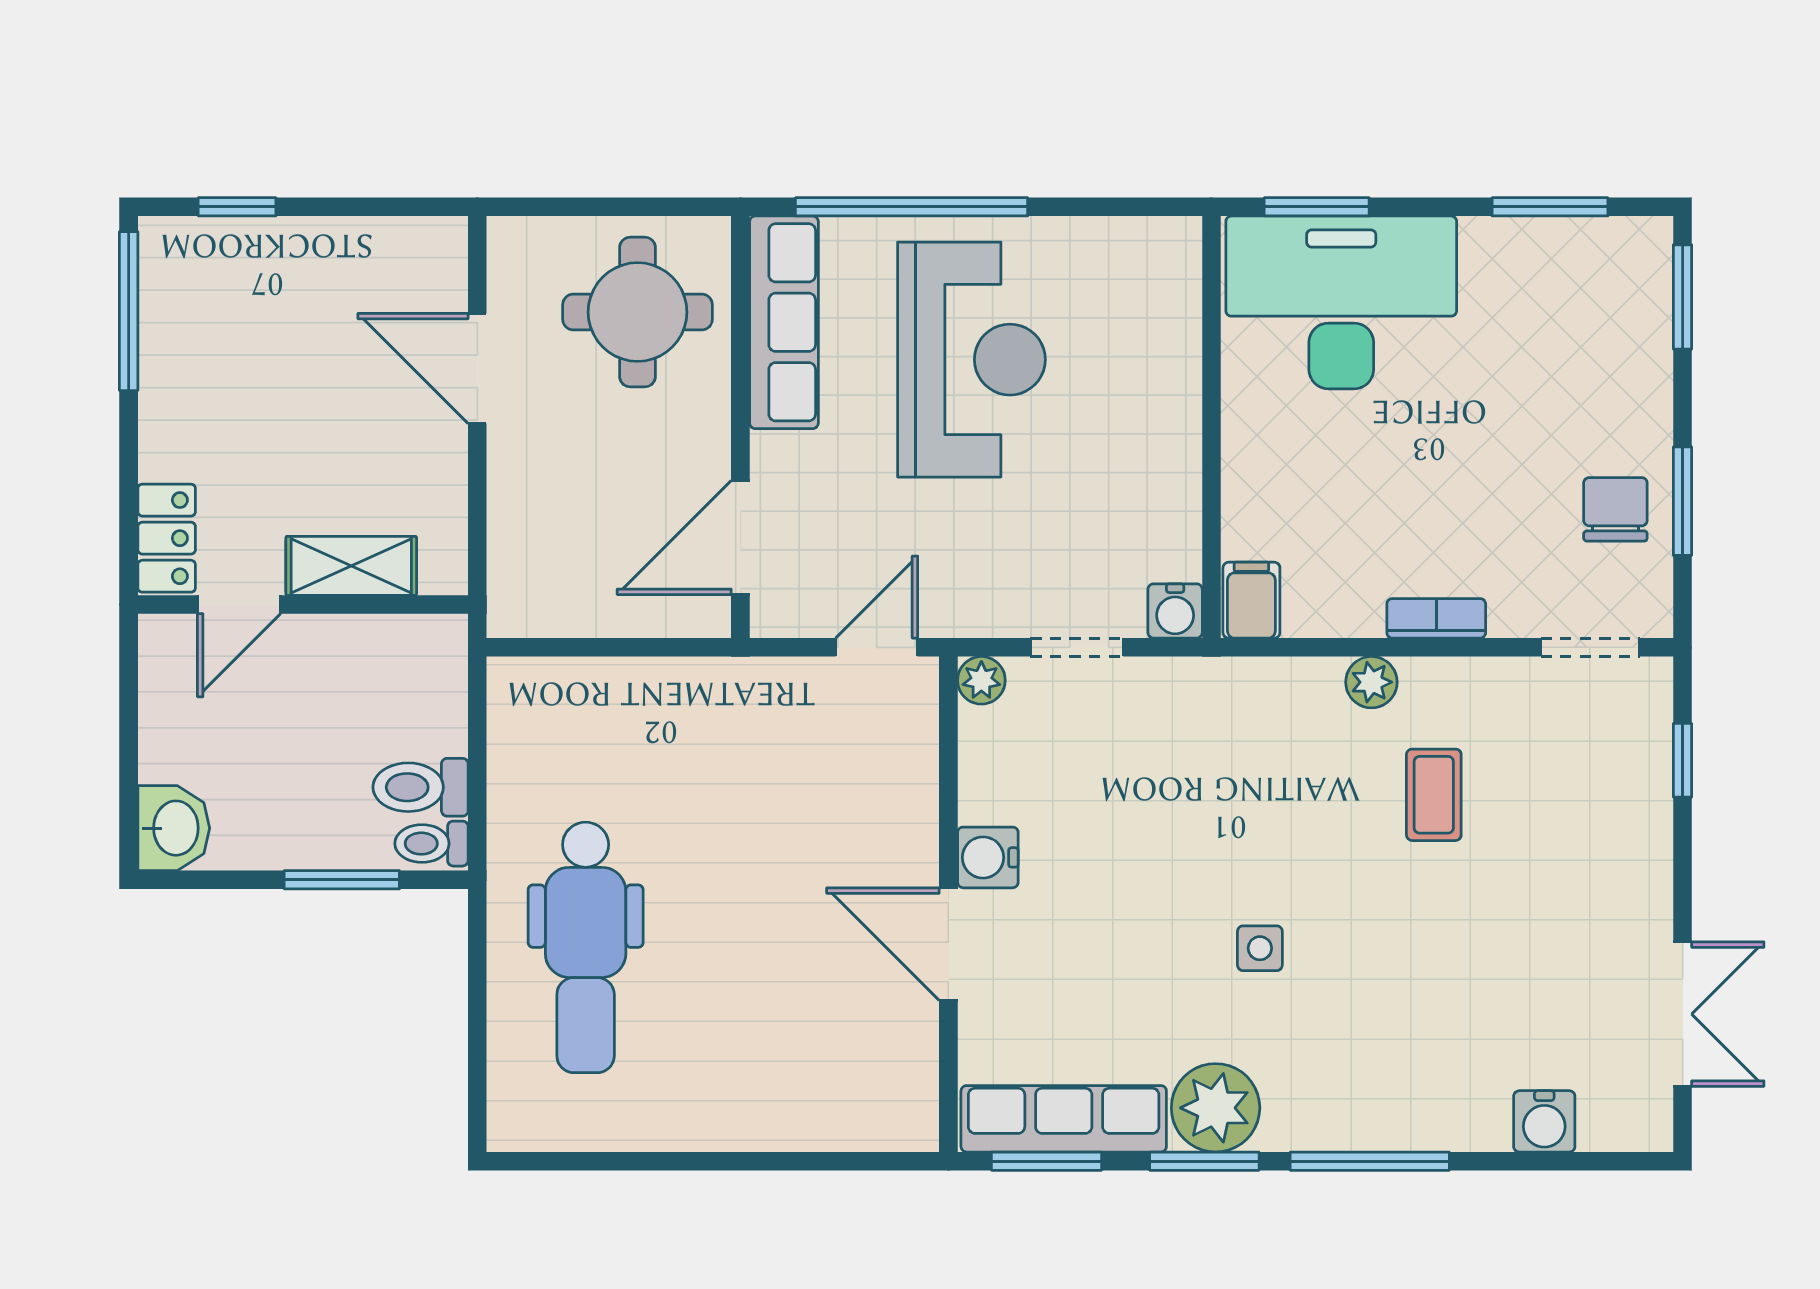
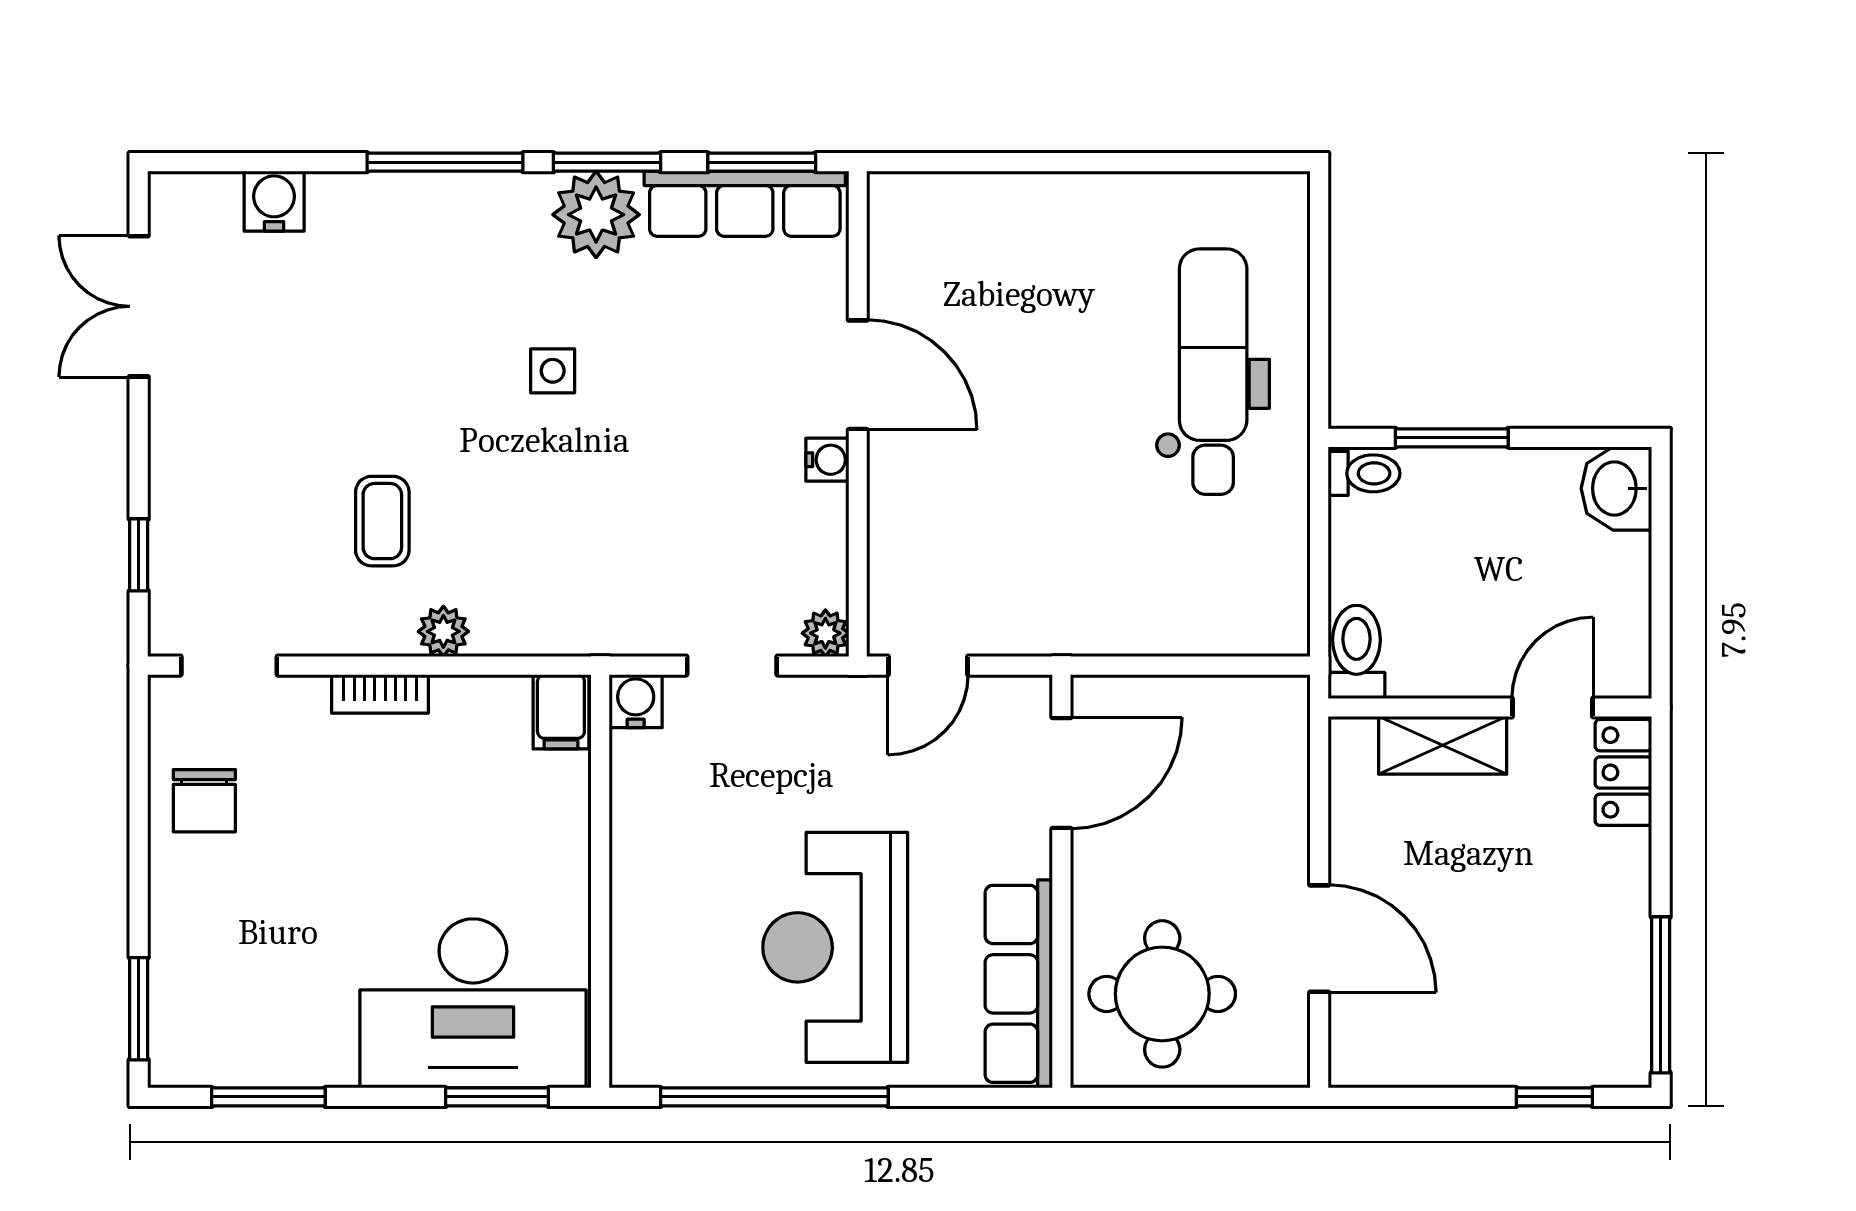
window: (912, 207) -> (774, 1097), moved
window: (1683, 501) -> (139, 809), removed
toilet: (421, 787) -> (1356, 652), moved, turned -90
water cooler: (988, 857) -> (827, 460), width x0.72, depth x0.72

